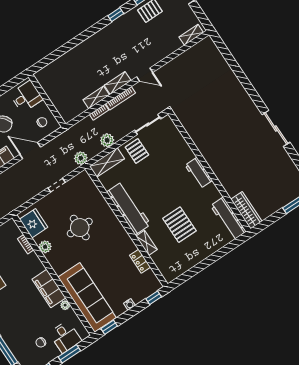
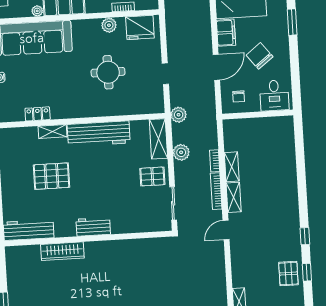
wardrobe: (246, 210) -> (62, 251), moved

